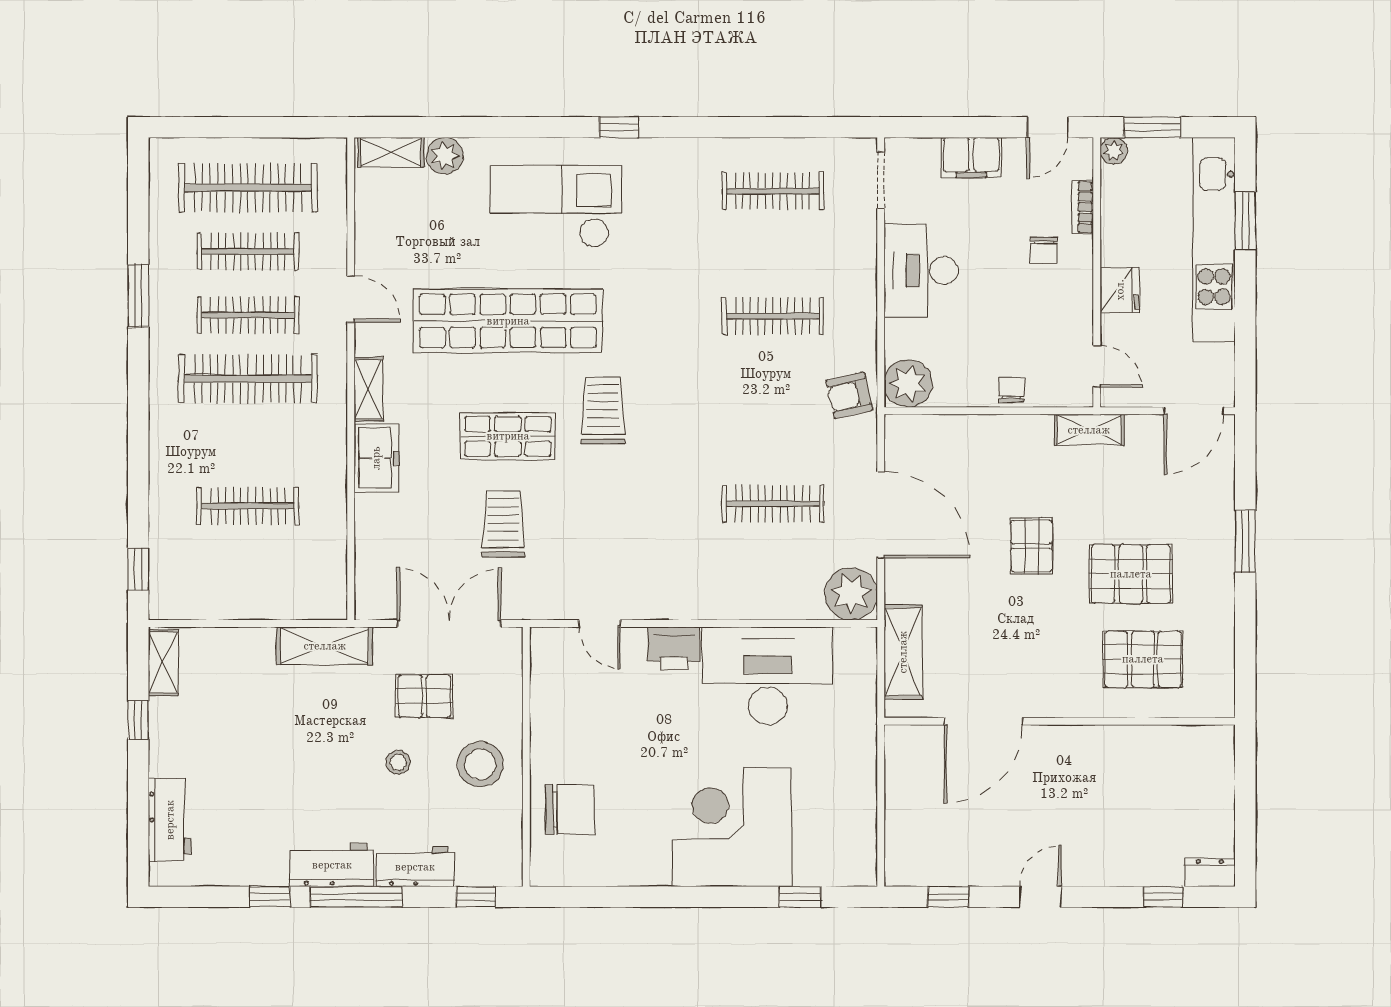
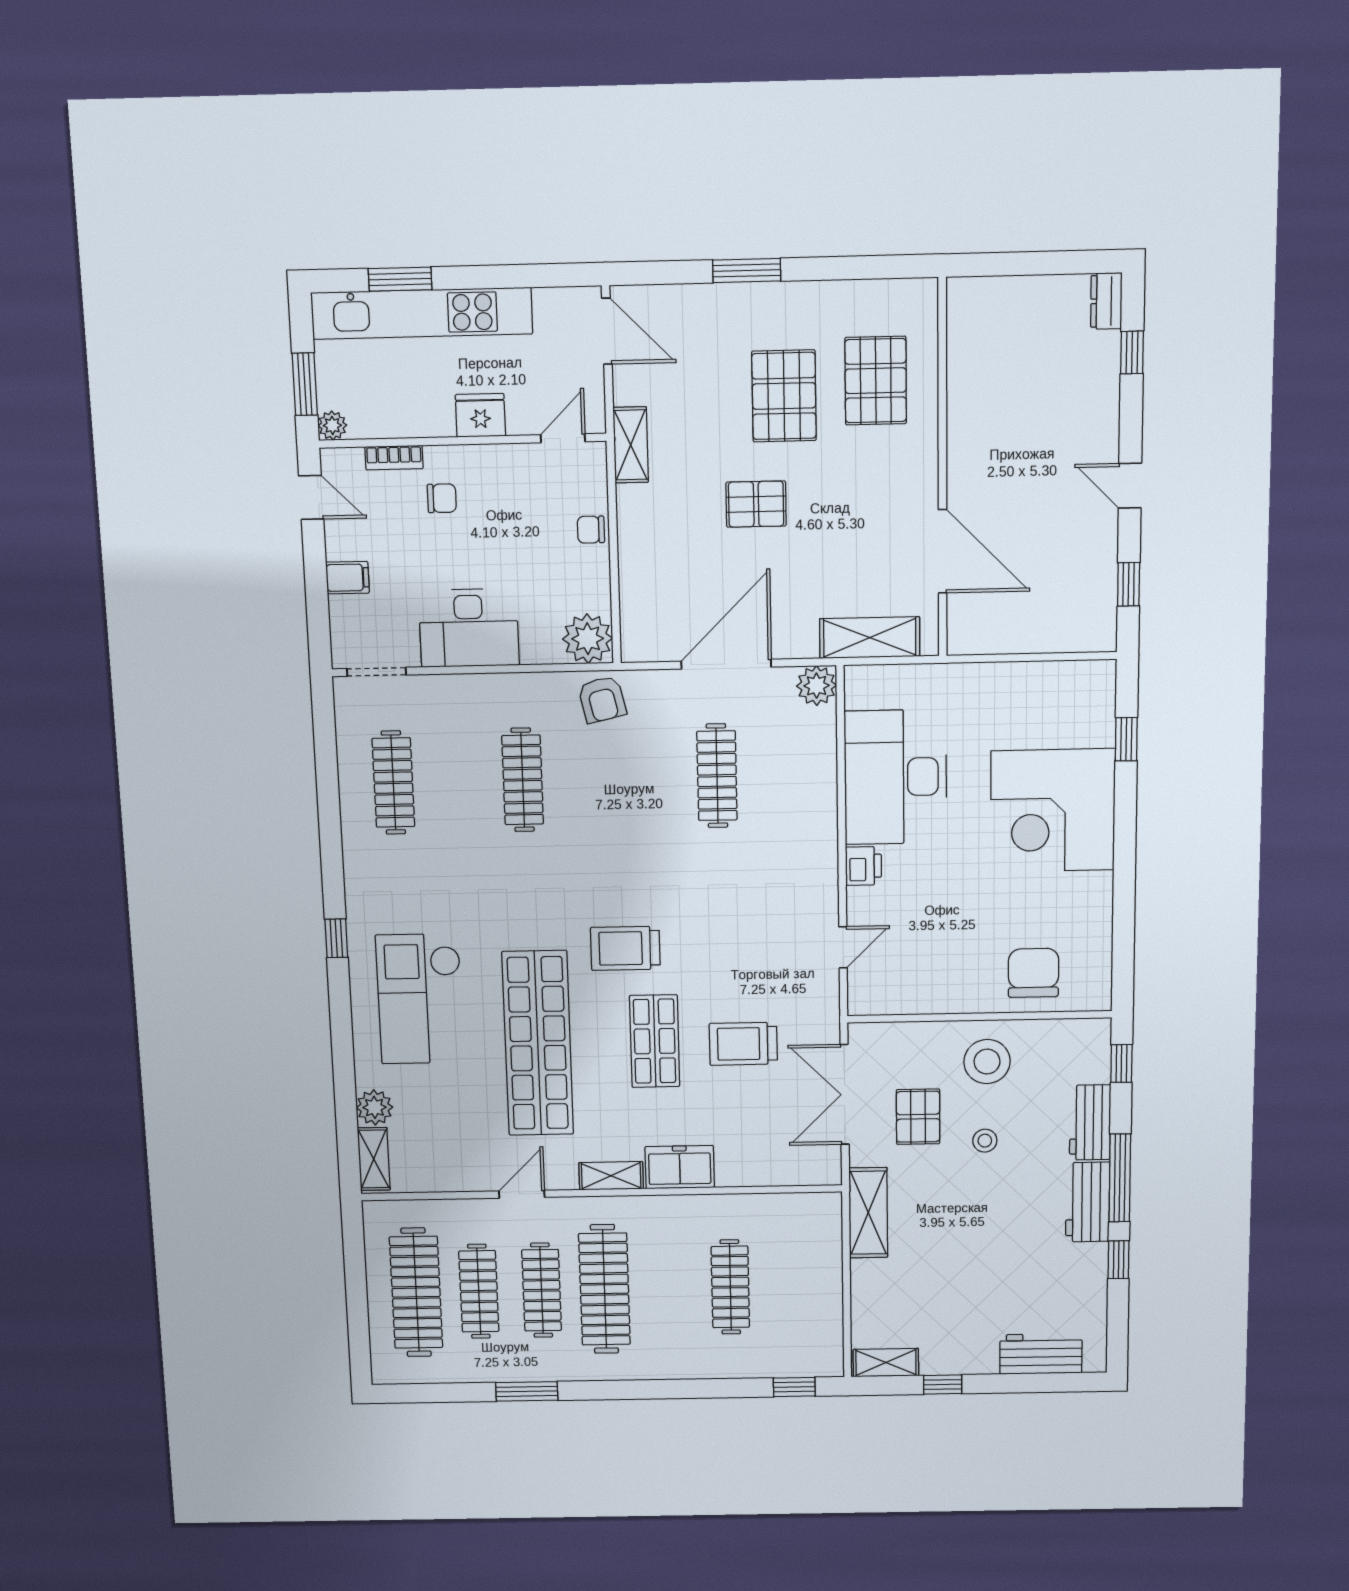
filing cabinet: (971, 157) -> (347, 578), width x0.50
plant: (851, 594) -> (817, 686), width x0.73, depth x0.73
printer: (674, 648) -> (863, 866), width x0.73, depth x0.81

